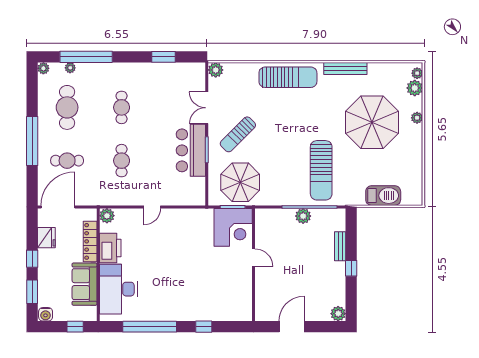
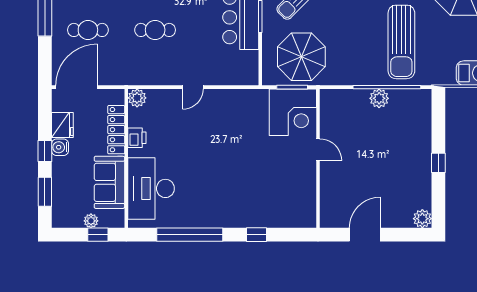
cafe table: (122, 161) -> (155, 30), turned 90
bench: (340, 246) -> (425, 136), removed
printer: (110, 248) -> (137, 138), width x0.53, depth x0.68
water cooler: (46, 314) -> (60, 147), moved, turned 90
plant: (70, 315) -> (91, 221), added

